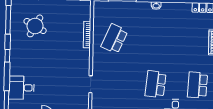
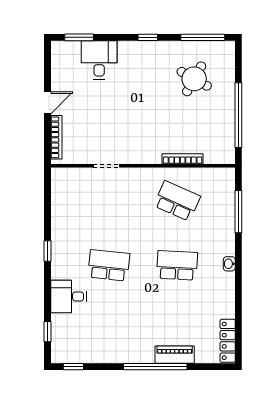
school desk: (197, 85) -> (177, 265), moved

